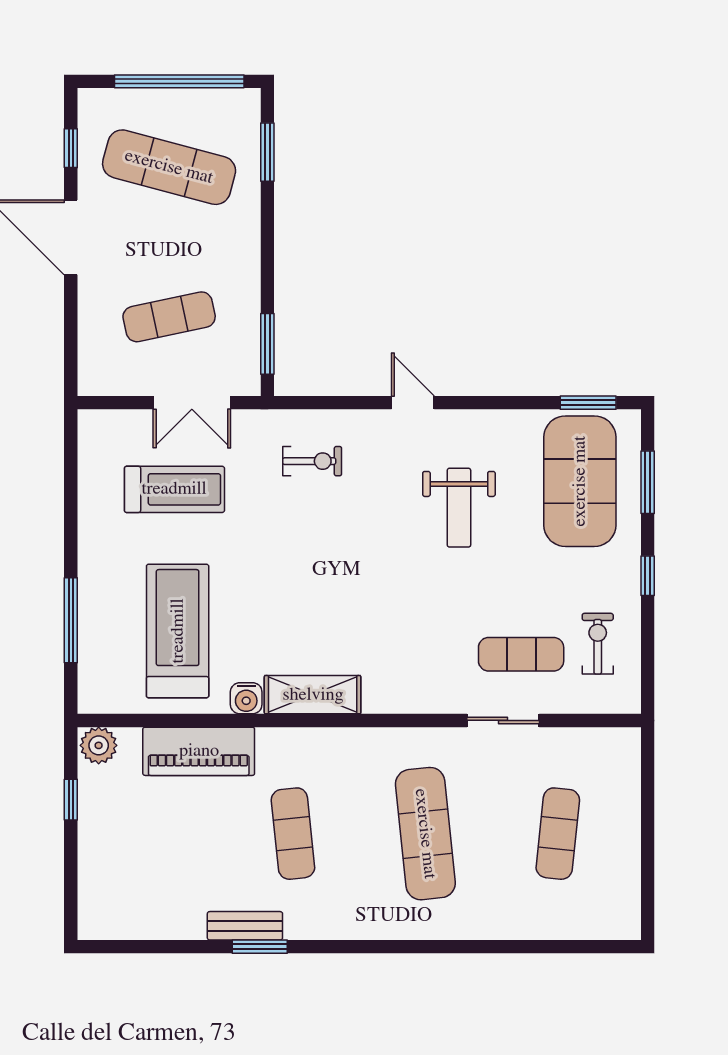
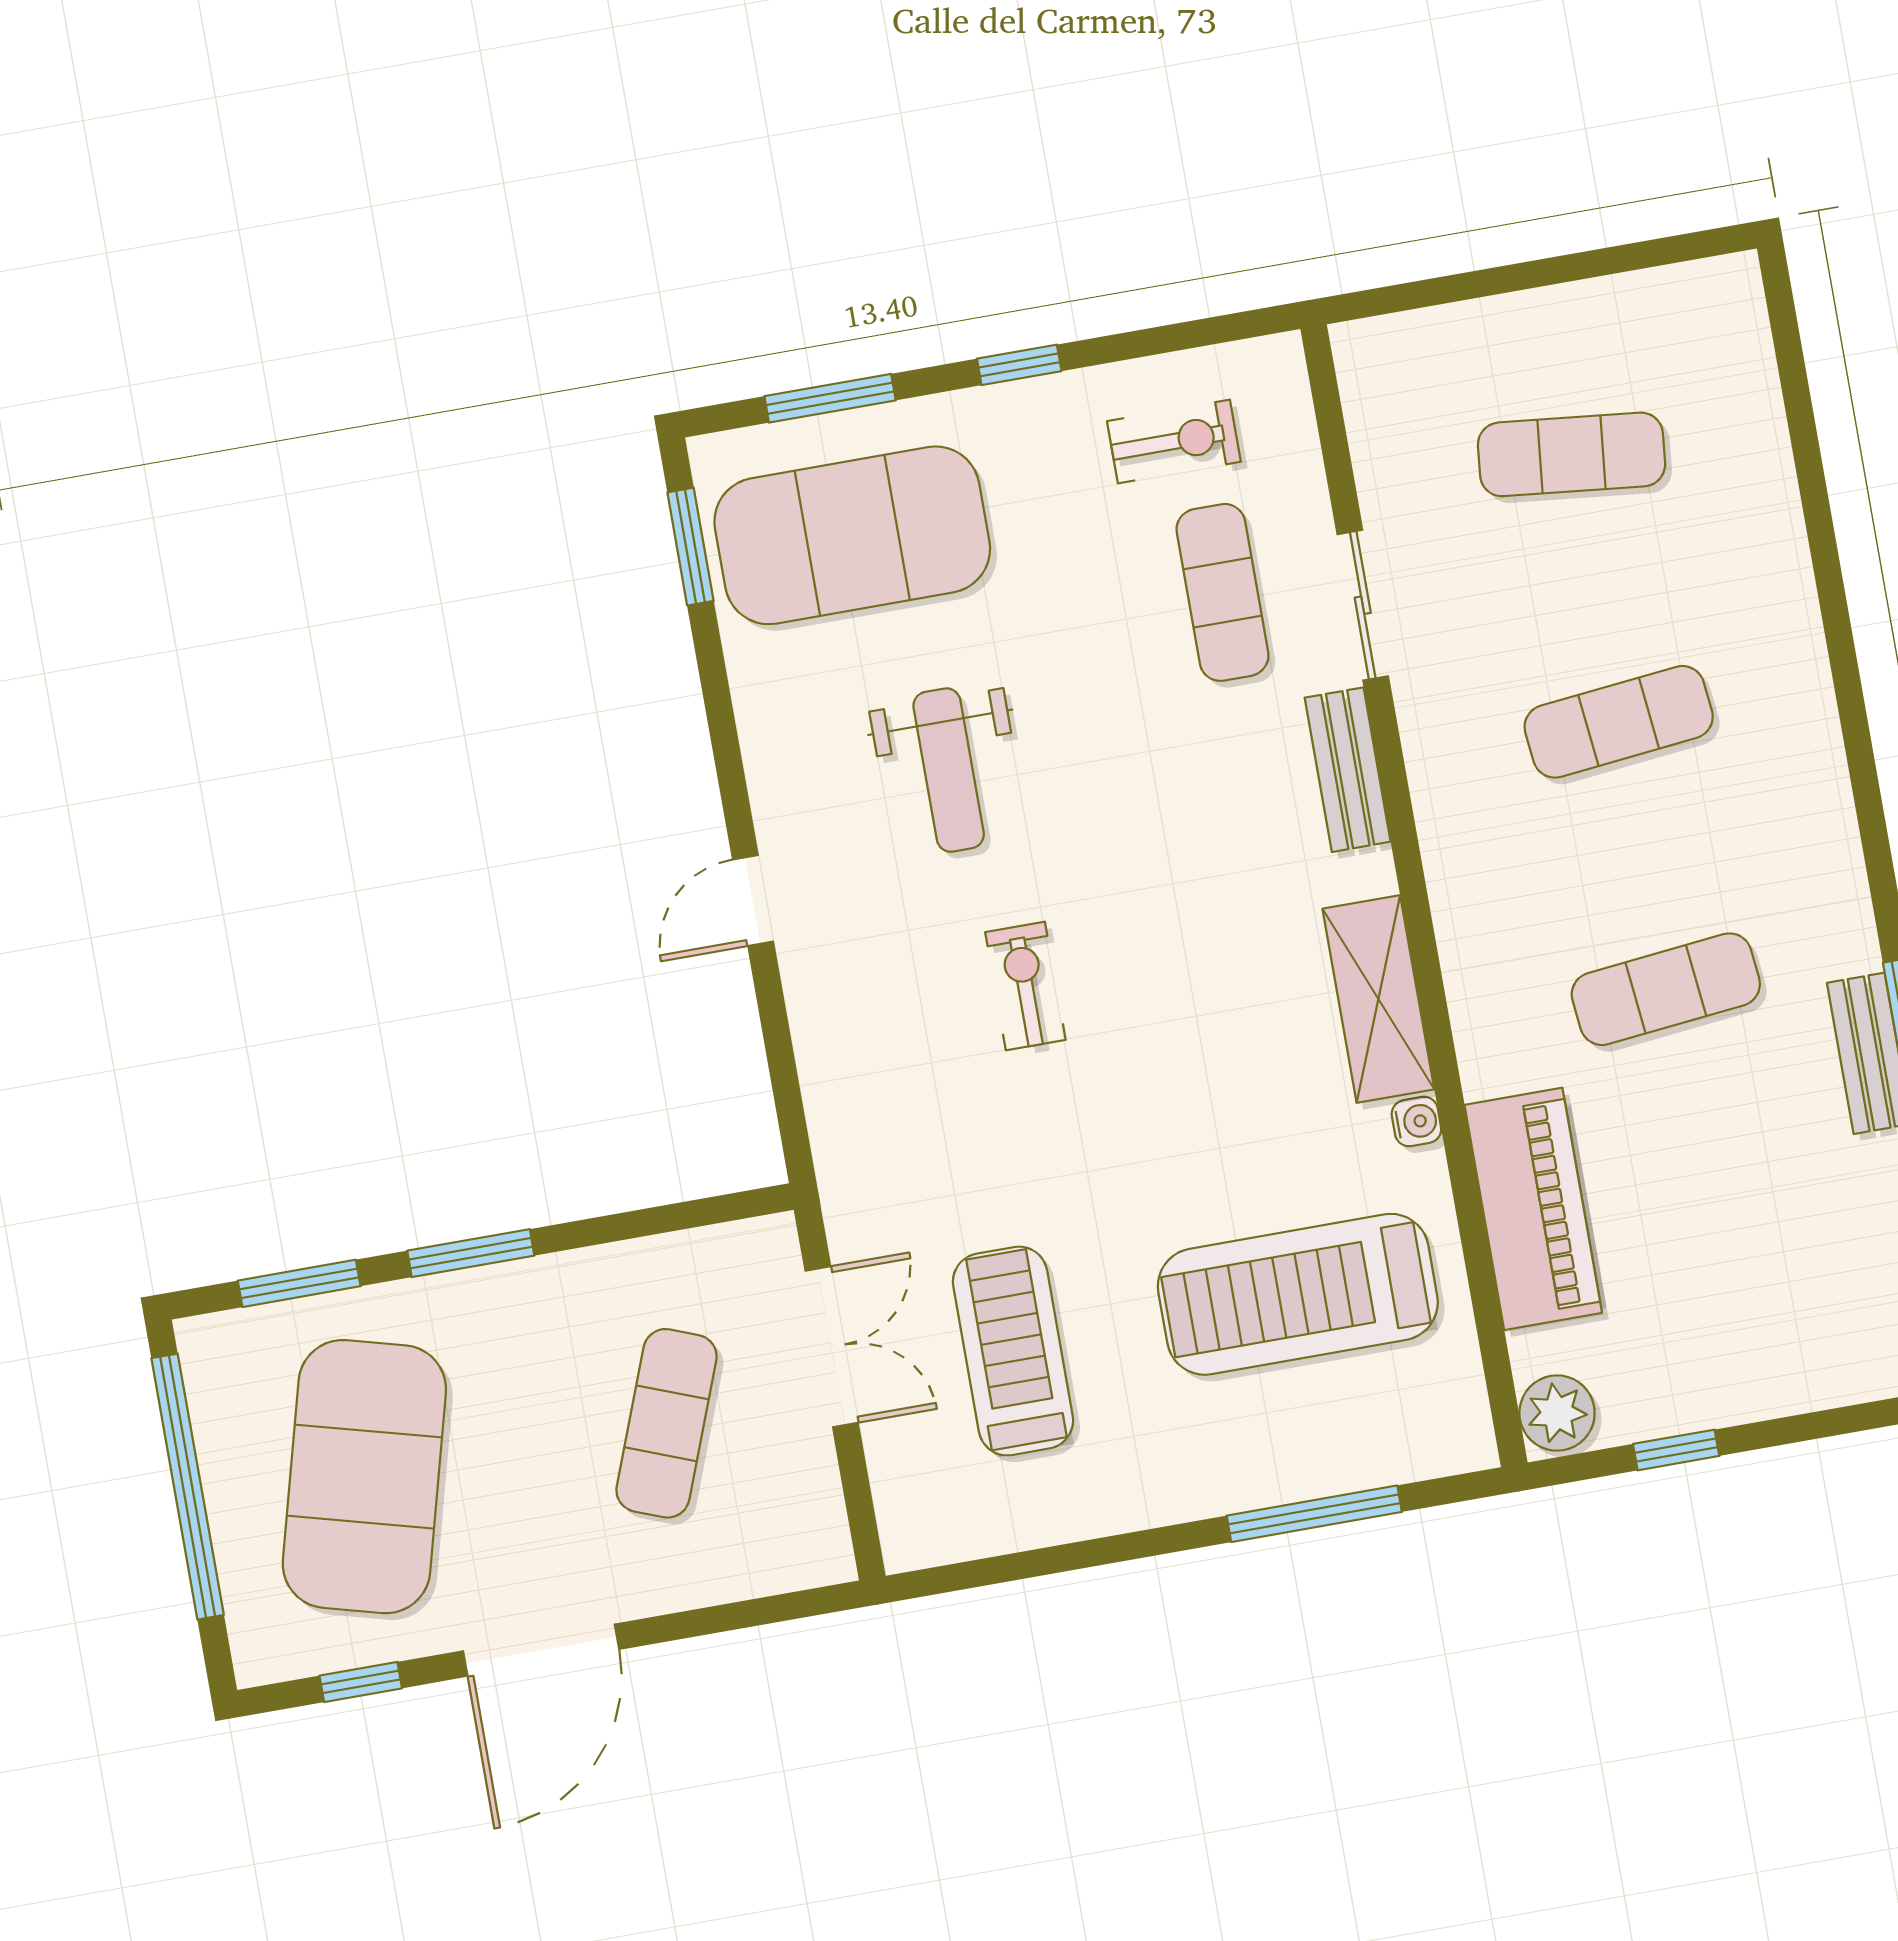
exercise mat: (169, 167) -> (364, 1477), width x1.47
exercise mat: (169, 317) -> (666, 1423), turned 33
window: (267, 344) -> (471, 1253), moved
exercise bike: (312, 461) -> (1025, 986), moved
weight bench: (459, 508) -> (949, 770), turned 90
exercise bike: (598, 644) -> (1174, 441), turned 180
water cooler: (246, 698) -> (1416, 1122), width x0.72, depth x0.72
bench: (425, 699) -> (1348, 770), added
exercise mat: (425, 834) -> (1619, 722), width x0.73, depth x0.69

